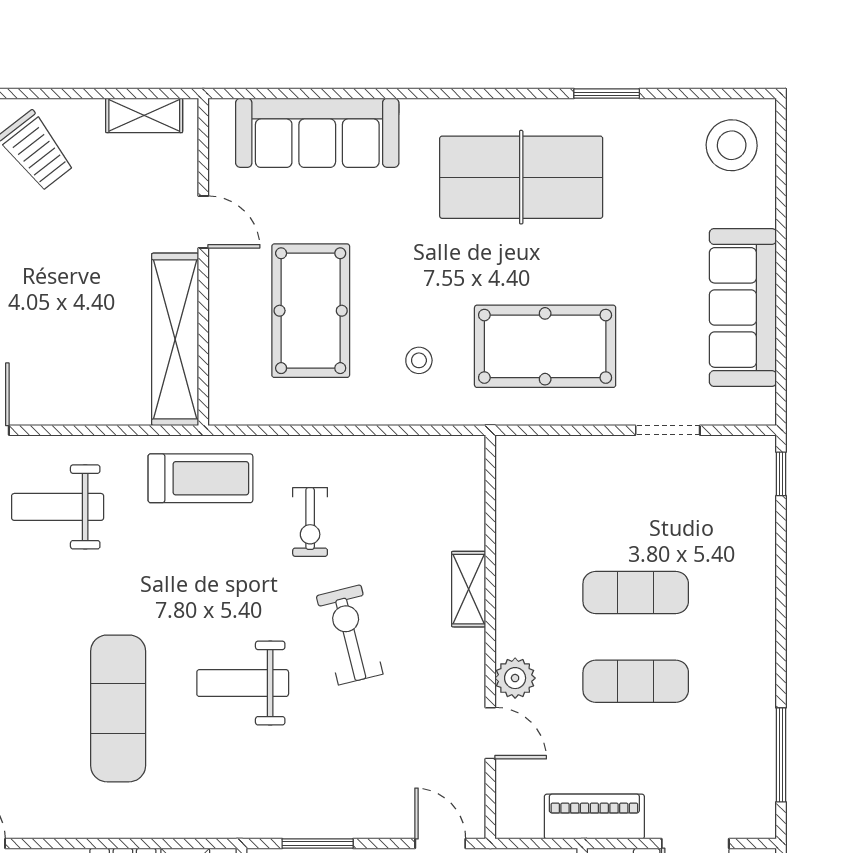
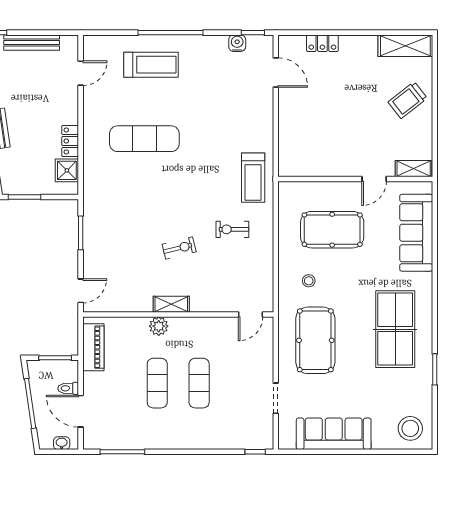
shelving: (144, 115) -> (414, 169), moved, turned 90
shelving: (175, 339) -> (319, 166), removed
weight bench: (58, 507) -> (240, 110), removed
shelving: (469, 589) -> (171, 304), moved
exercise bike: (350, 635) -> (179, 248), width x0.73, depth x0.72
weight bench: (243, 683) -> (156, 198), removed
door: (490, 733) -> (251, 314), moved
piano: (594, 817) -> (93, 347), moved

